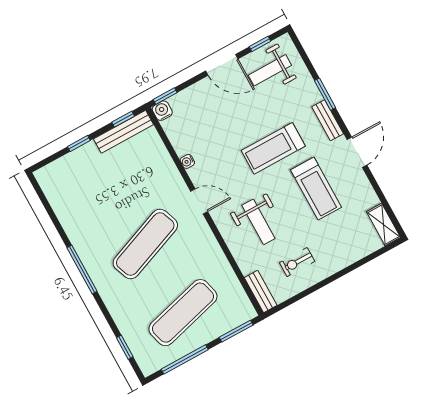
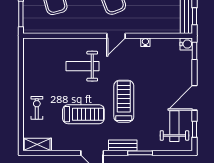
treadmill: (316, 189) -> (83, 114), turned 180
exercise bike: (297, 262) -> (37, 108), moved
bench: (261, 291) -> (38, 43), removed

